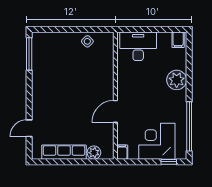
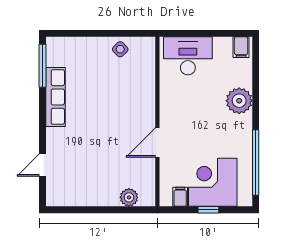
row of seats: (64, 152) -> (55, 97), moved, turned 90
filing cabinet: (122, 152) -> (180, 197), moved
window: (169, 162) -> (208, 210), moved

